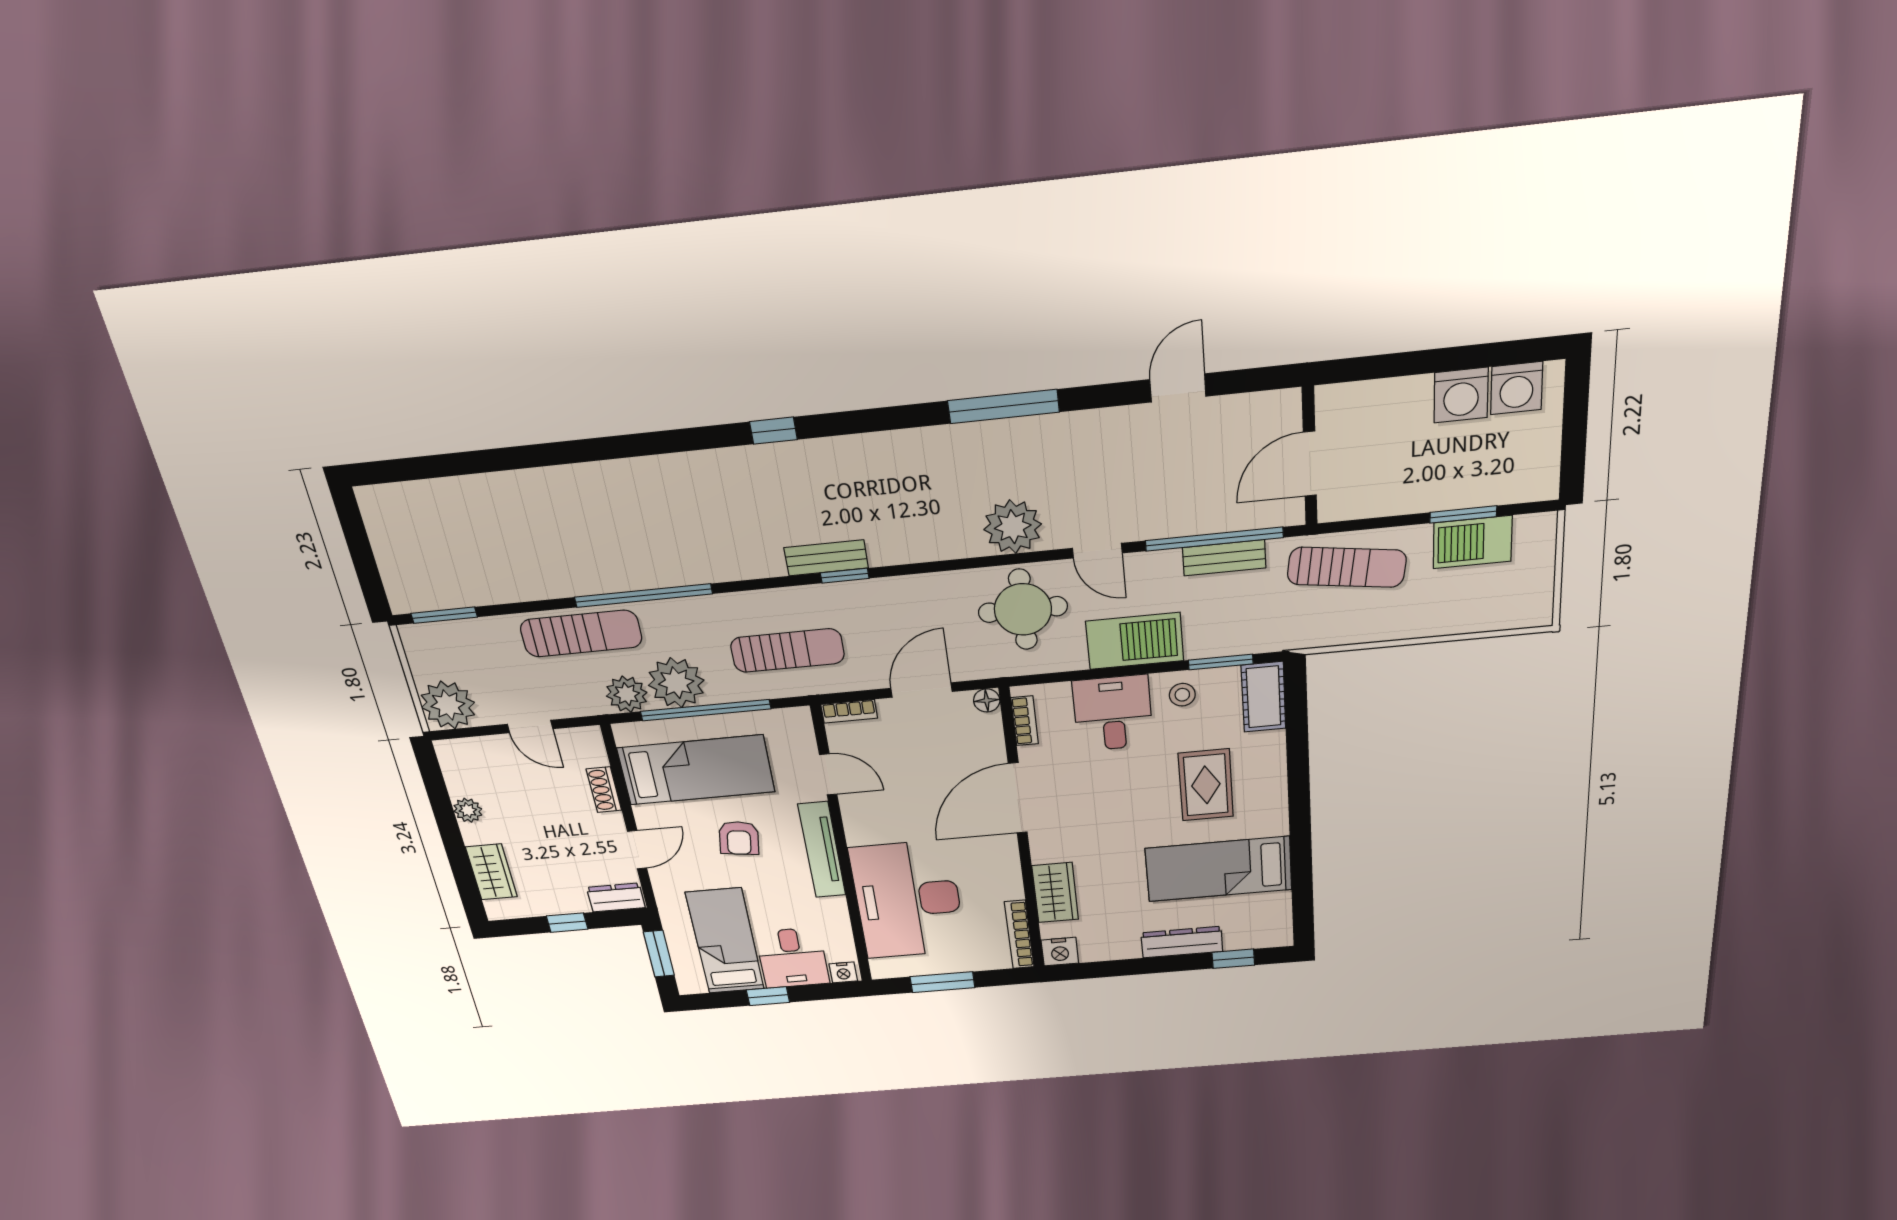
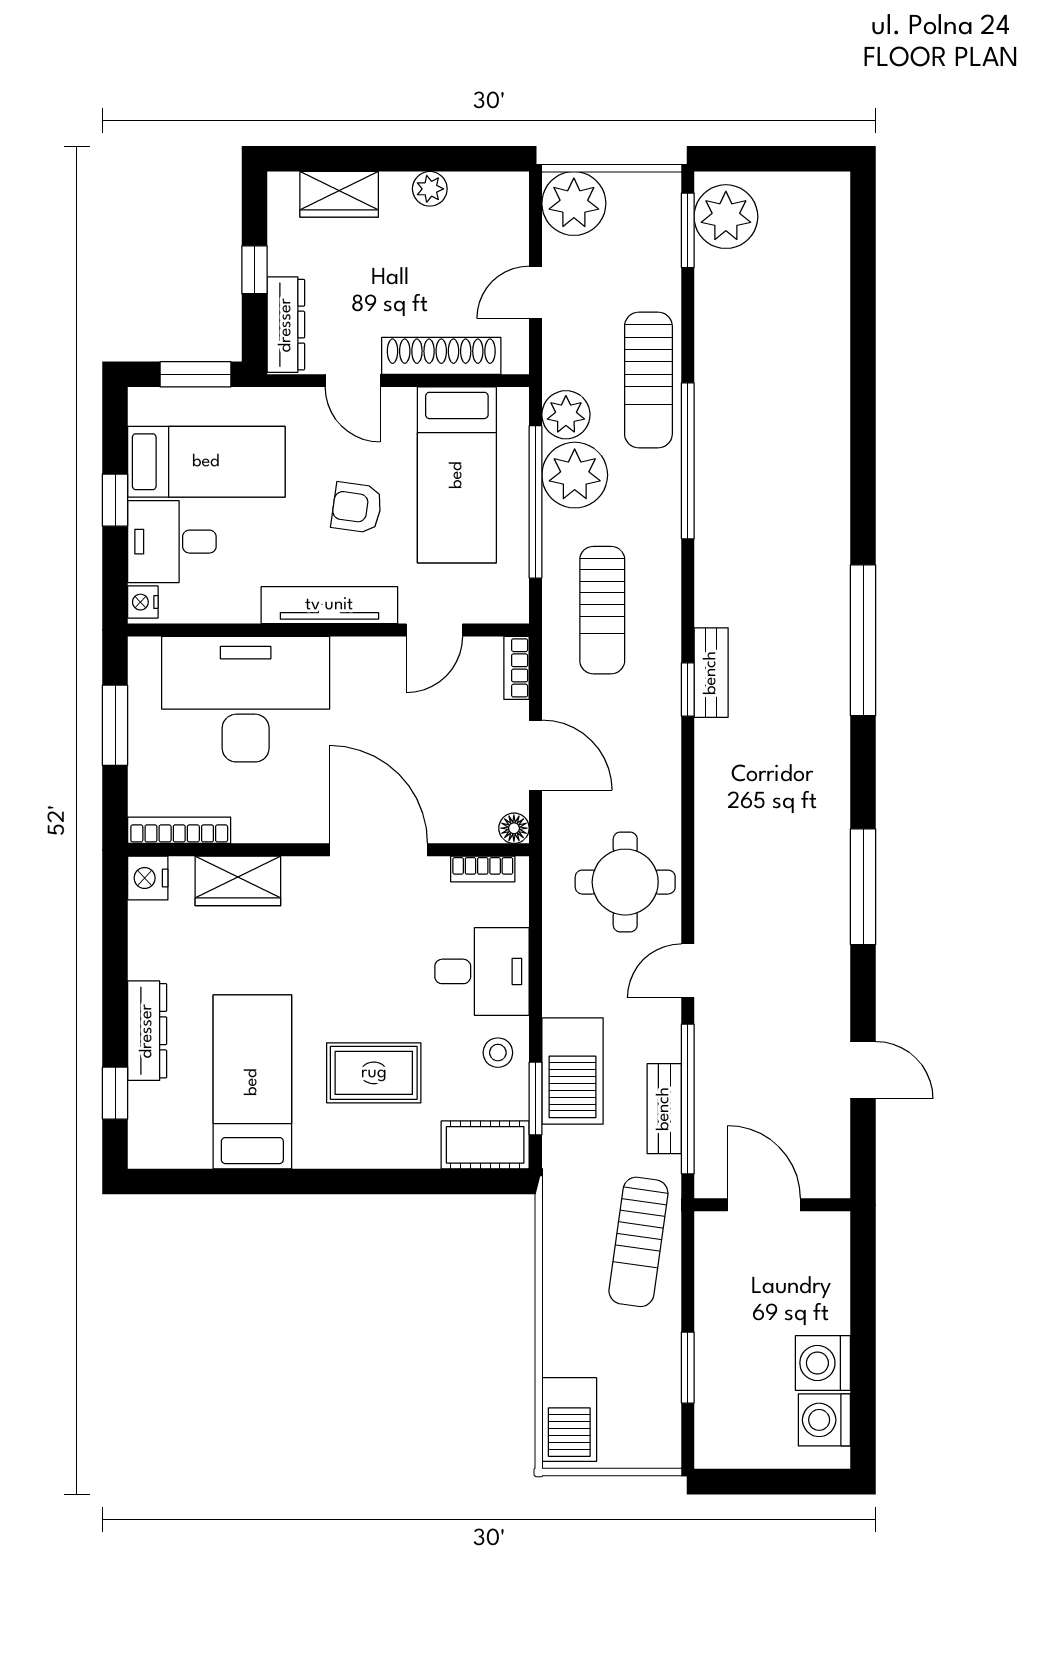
window: (773, 431) -> (863, 640), width x3.17
plant: (1013, 527) -> (726, 217), moved
barbecue: (1473, 542) -> (569, 1420), moved, turned 180
barbecue: (1135, 641) -> (573, 1071), moved
shoe rack: (604, 790) -> (441, 356), width x1.94, depth x1.24
dresser: (616, 897) -> (286, 325), width x1.44

